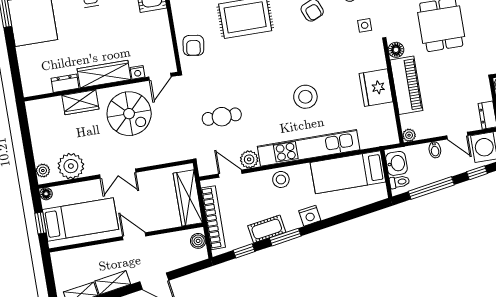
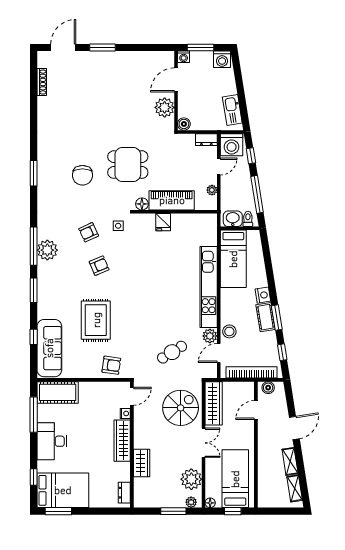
door: (160, 77) -> (132, 396), hinge flipped
dresser: (65, 83) -> (124, 493), moved
fridge: (376, 88) -> (163, 222), width x0.53, depth x0.75
stool: (305, 97) -> (167, 283), removed
spiral stairs: (129, 114) -> (181, 408), moved
cafe table: (222, 117) -> (172, 352), turned 58
plant: (409, 135) -> (212, 190), moved
bidet: (435, 150) -> (227, 186), removed
window: (28, 151) -> (173, 511), added
stool: (281, 179) -> (229, 331), moved
wardrobe: (188, 198) -> (214, 403), moved, turned -90
cot: (267, 229) -> (266, 317), moved
door: (134, 236) -> (256, 410), moved

